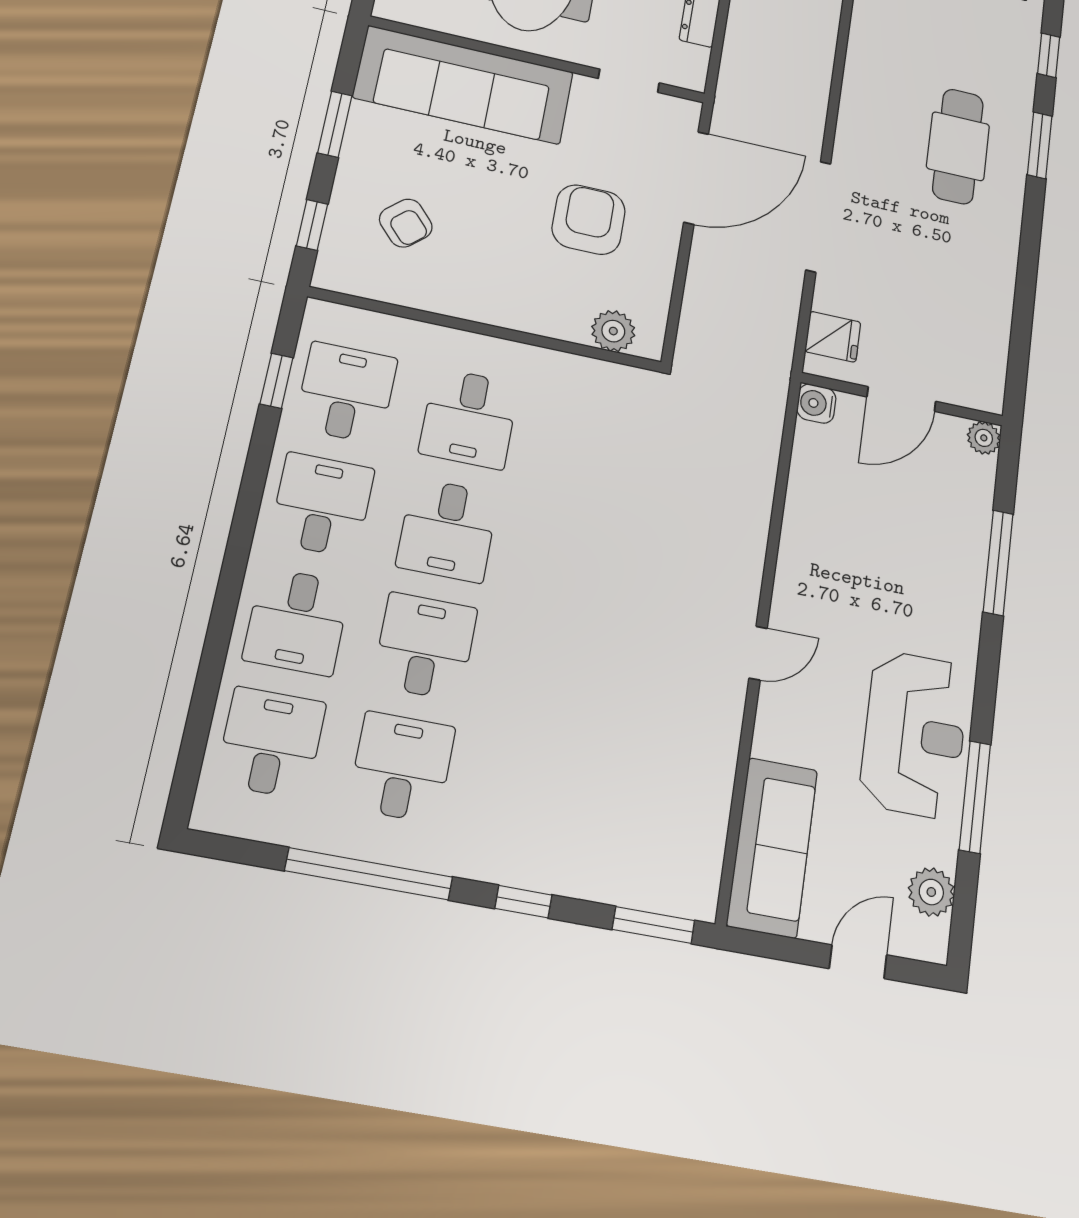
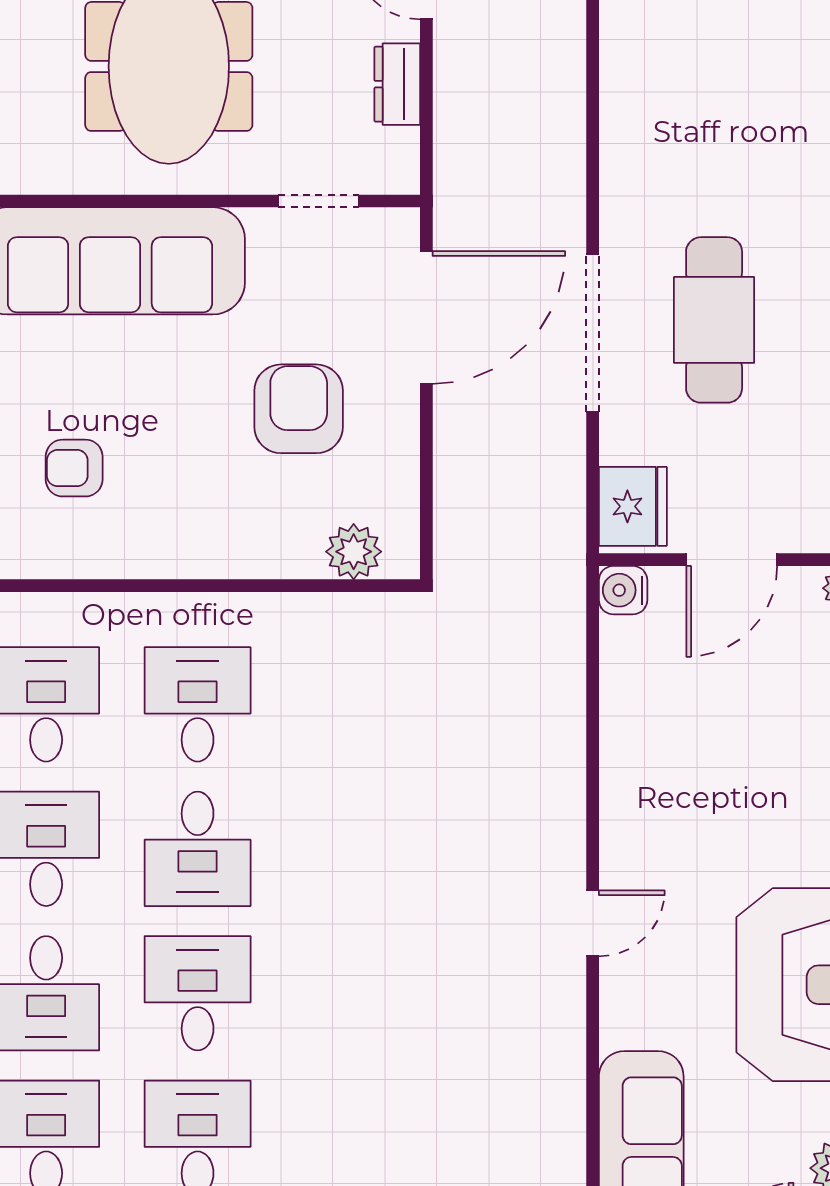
cafe table: (958, 146) -> (714, 320), moved
armchair: (406, 223) -> (74, 468), turned 132
fridge: (833, 337) -> (633, 506), width x1.38
desk: (469, 418) -> (198, 704), turned 180

